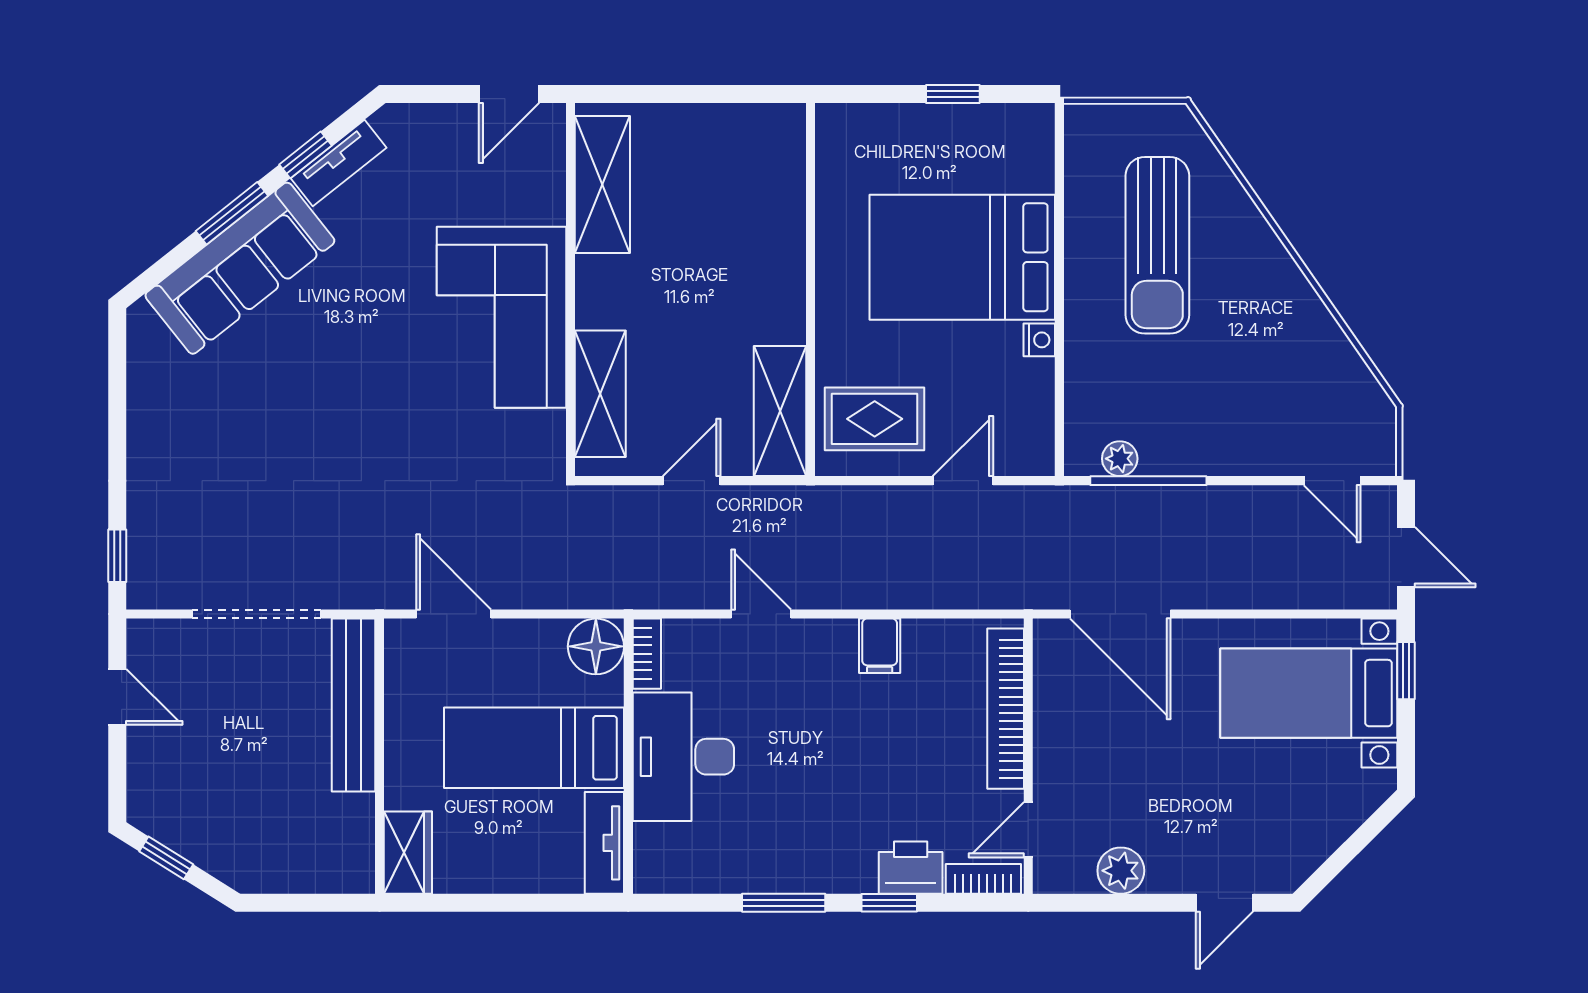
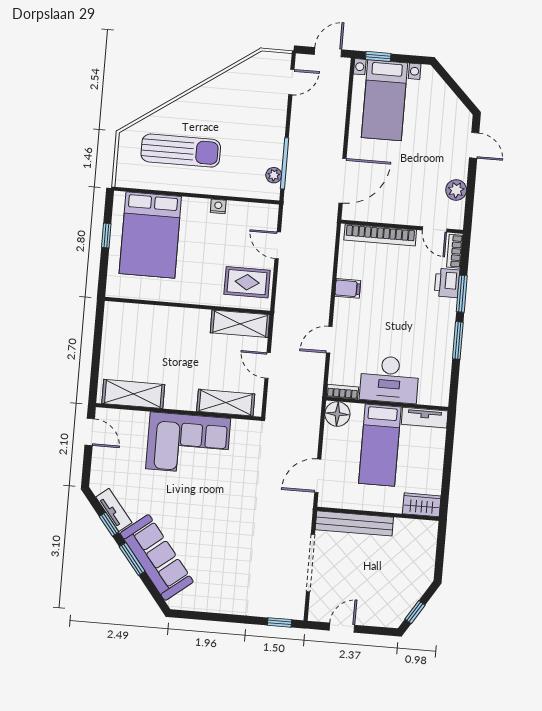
bed: (962, 257) -> (150, 235), moved
rug: (875, 419) -> (247, 282), turned 90
window: (889, 903) -> (462, 294), width x1.50

